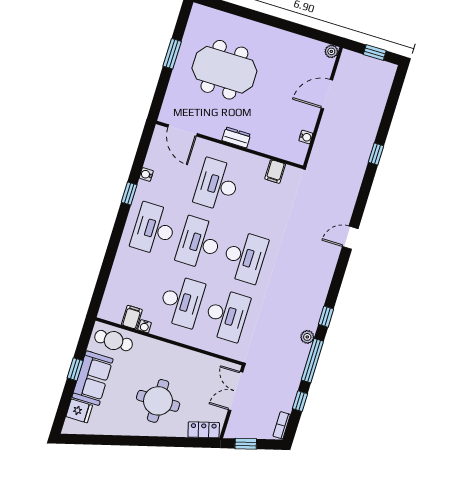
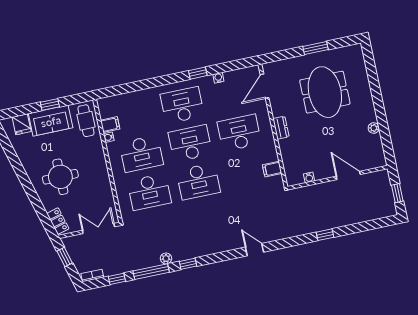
plant: (331, 51) -> (374, 128), moved

